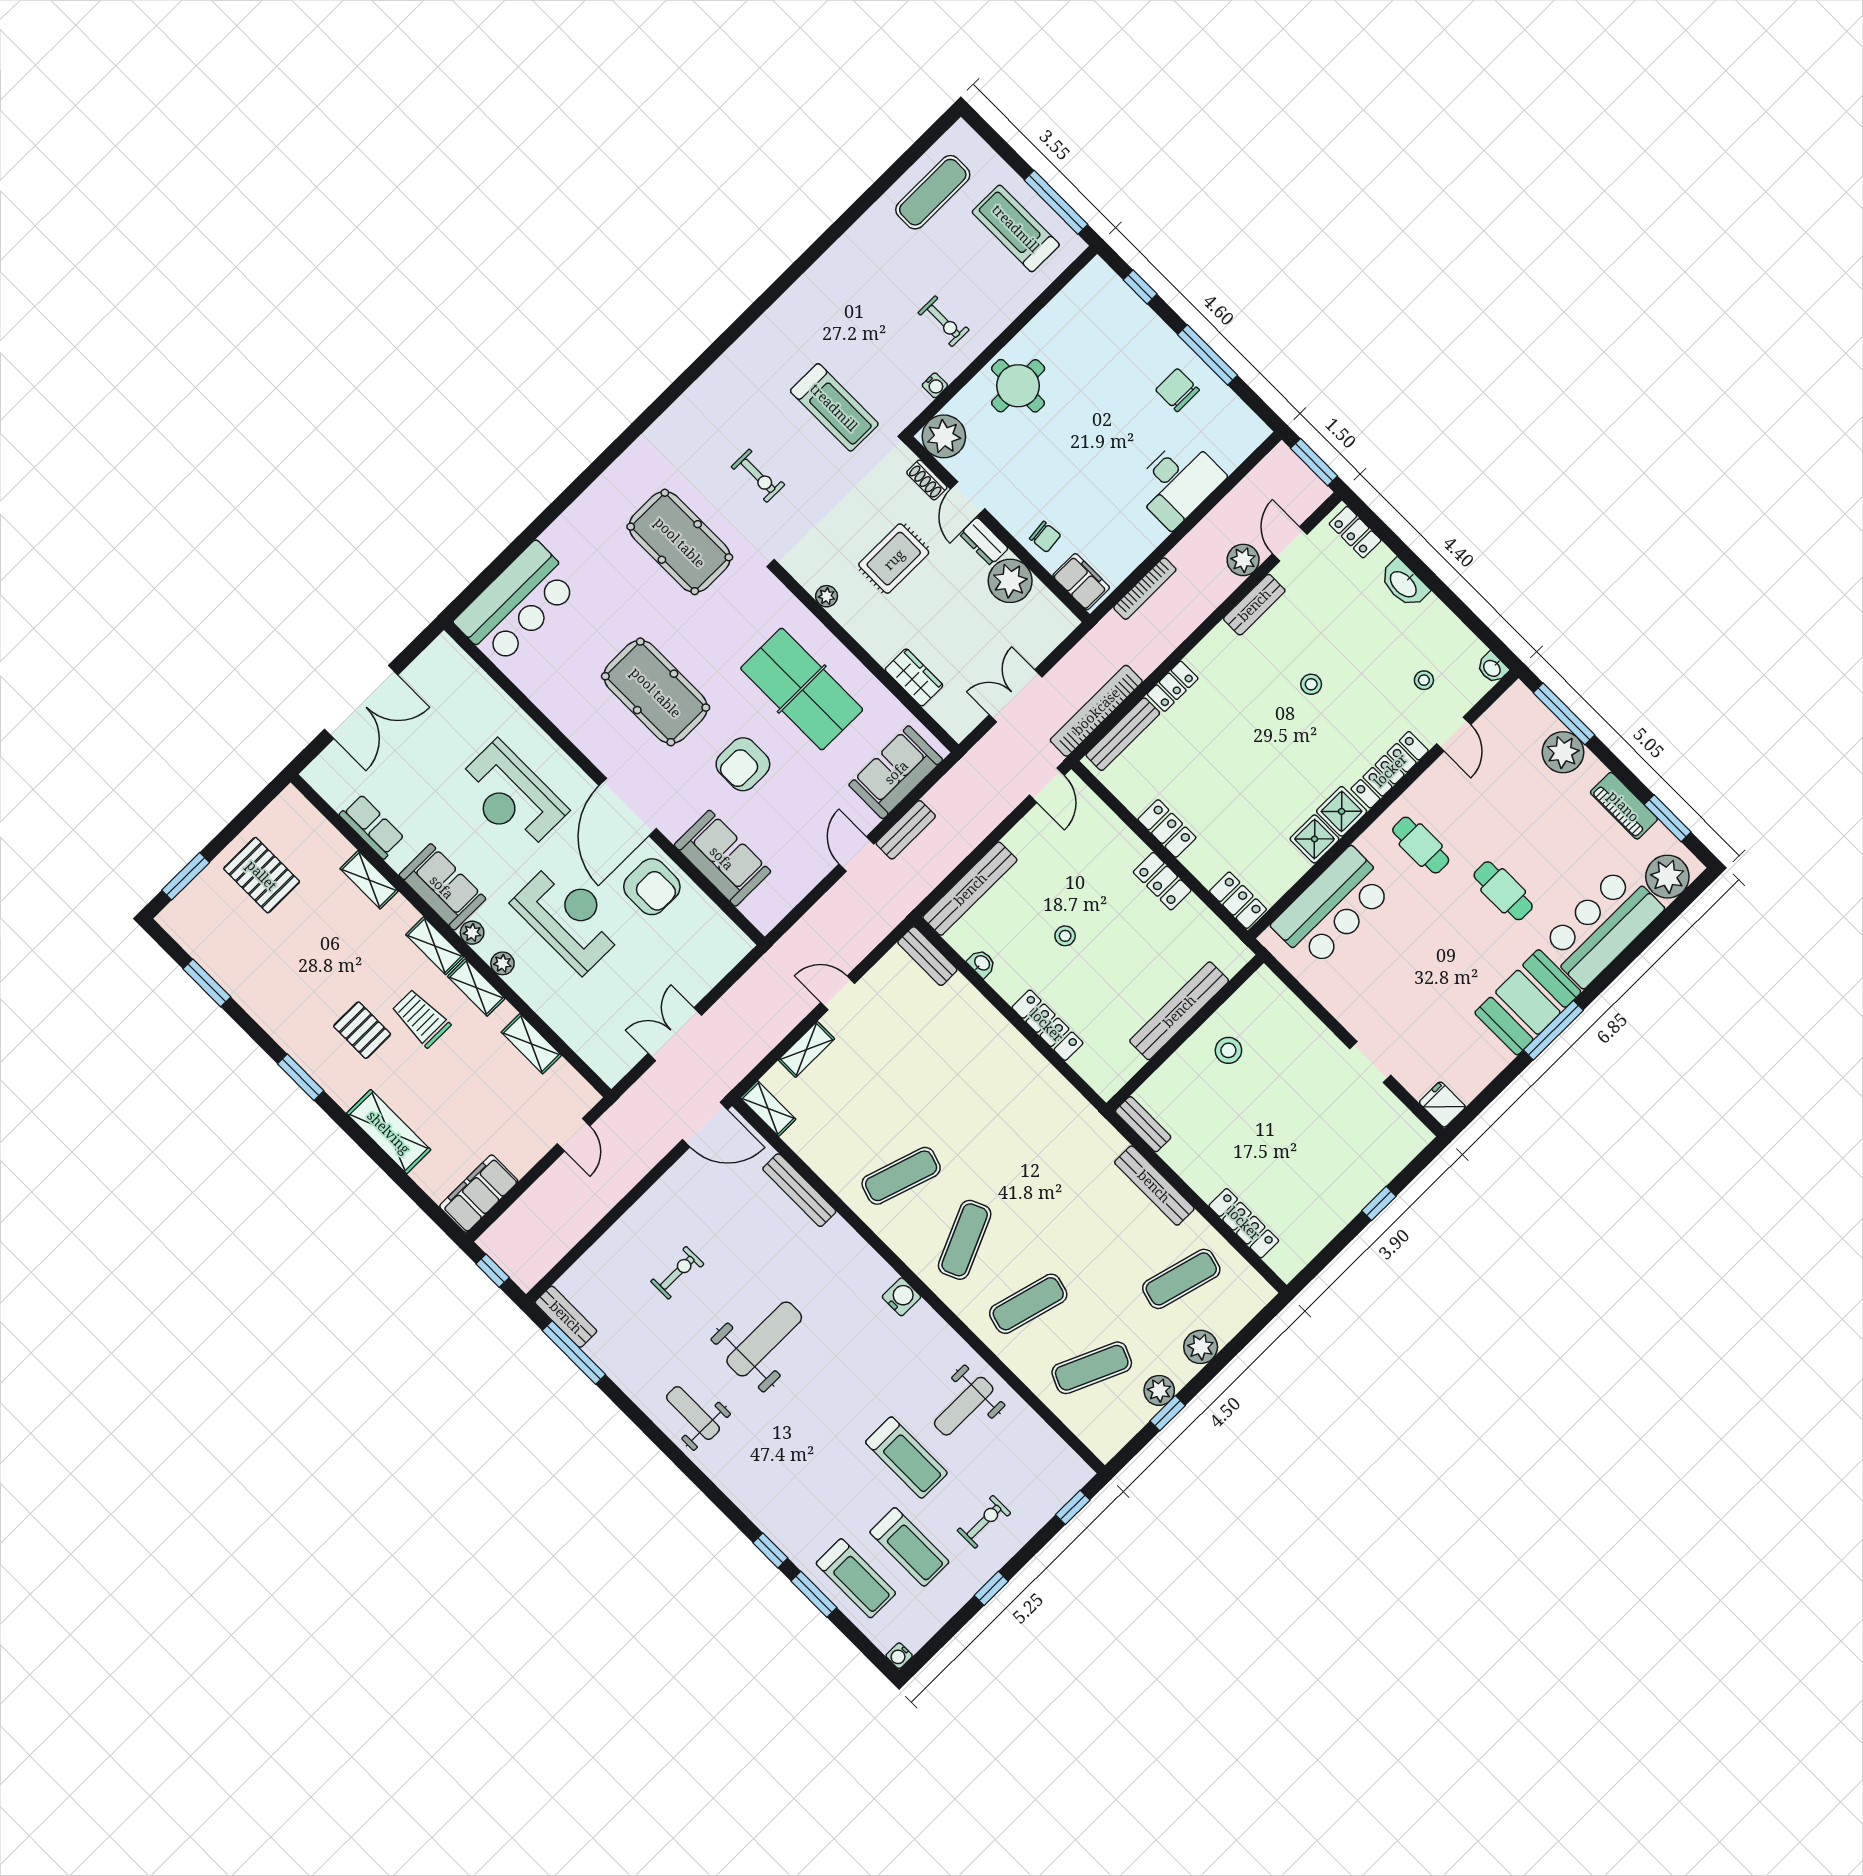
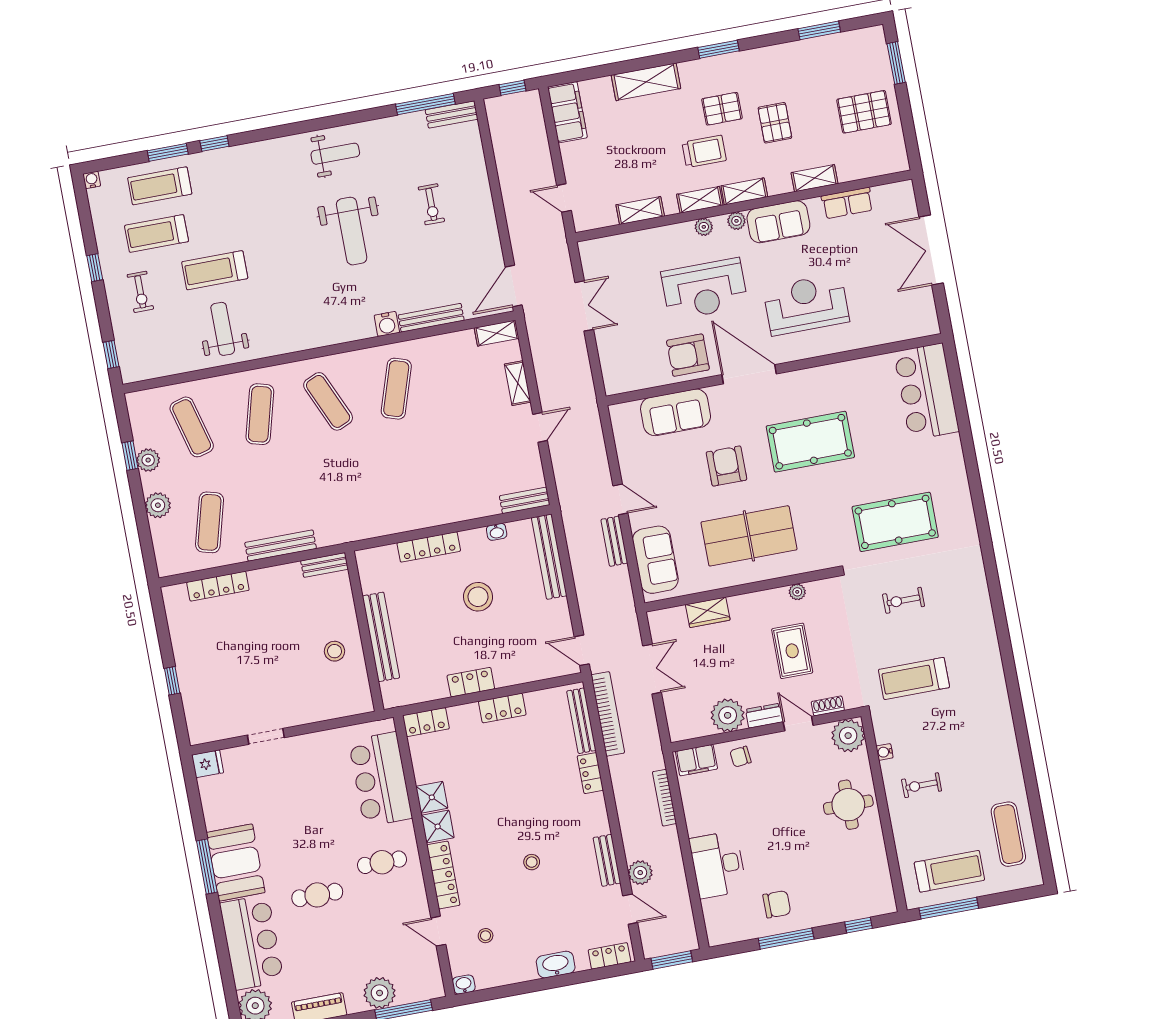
stool: (1065, 936) -> (478, 597), width x1.89, depth x1.89
pallet: (339, 963) -> (775, 123), added
water cooler: (901, 1297) -> (387, 324), moved
exercise mat: (1092, 1368) -> (192, 427), turned -39

